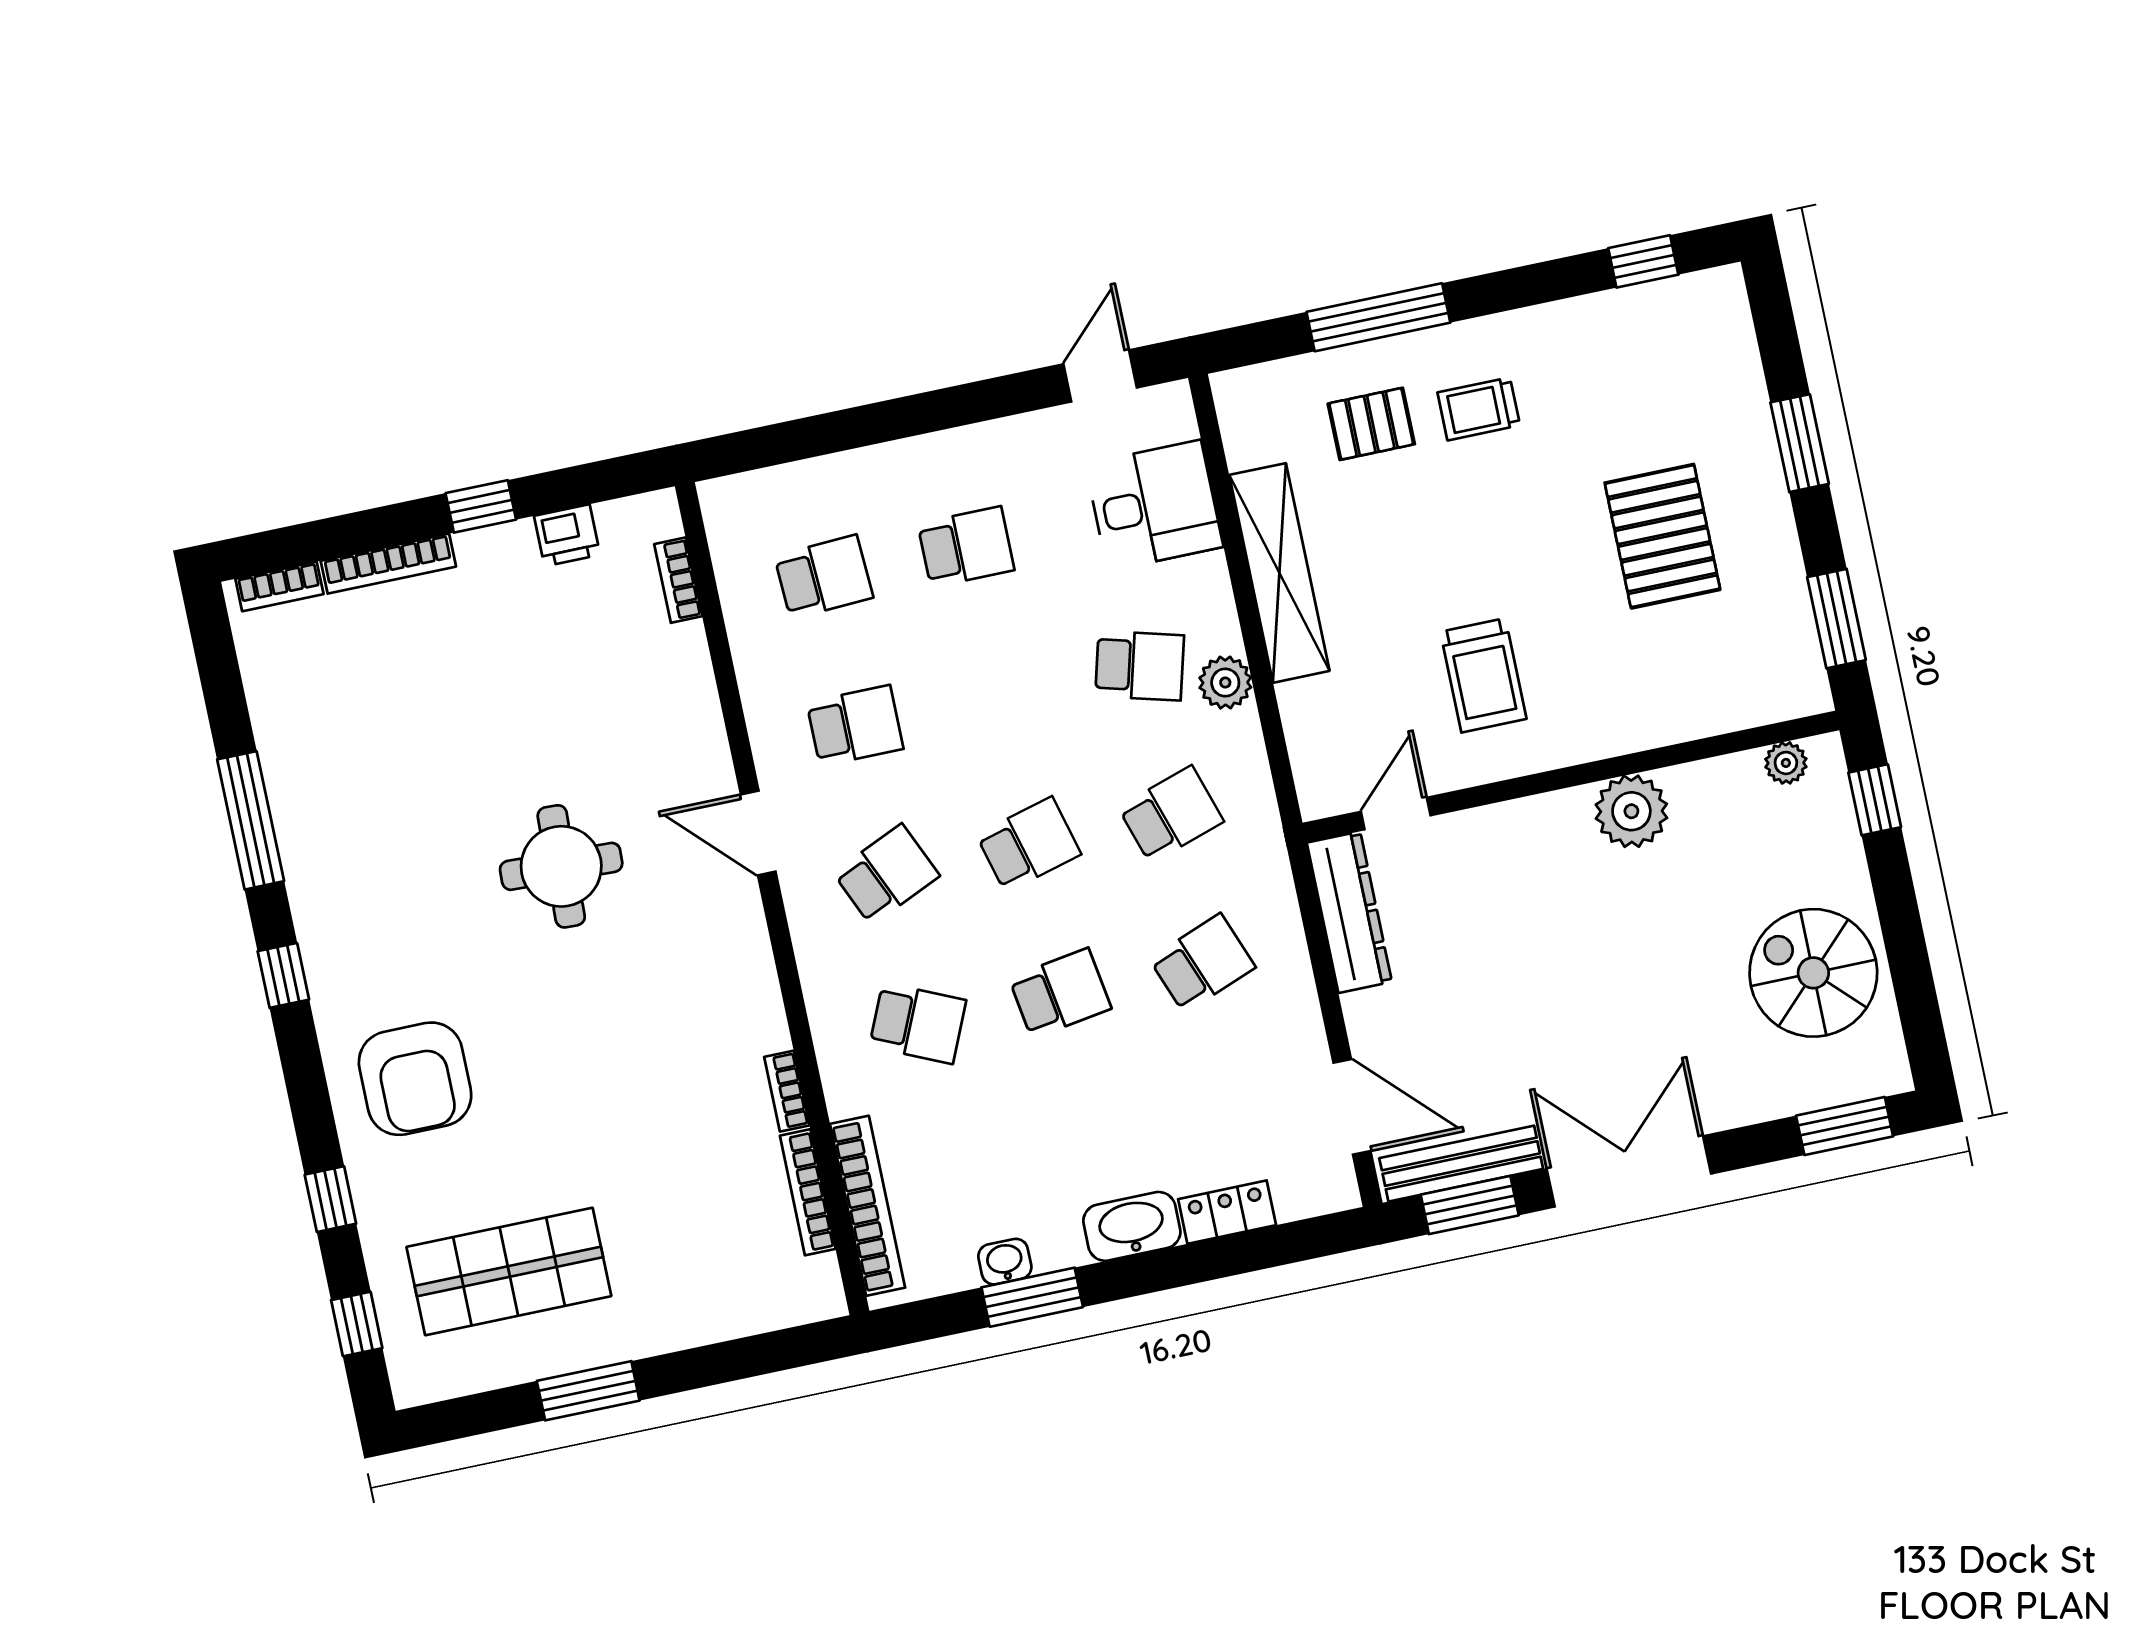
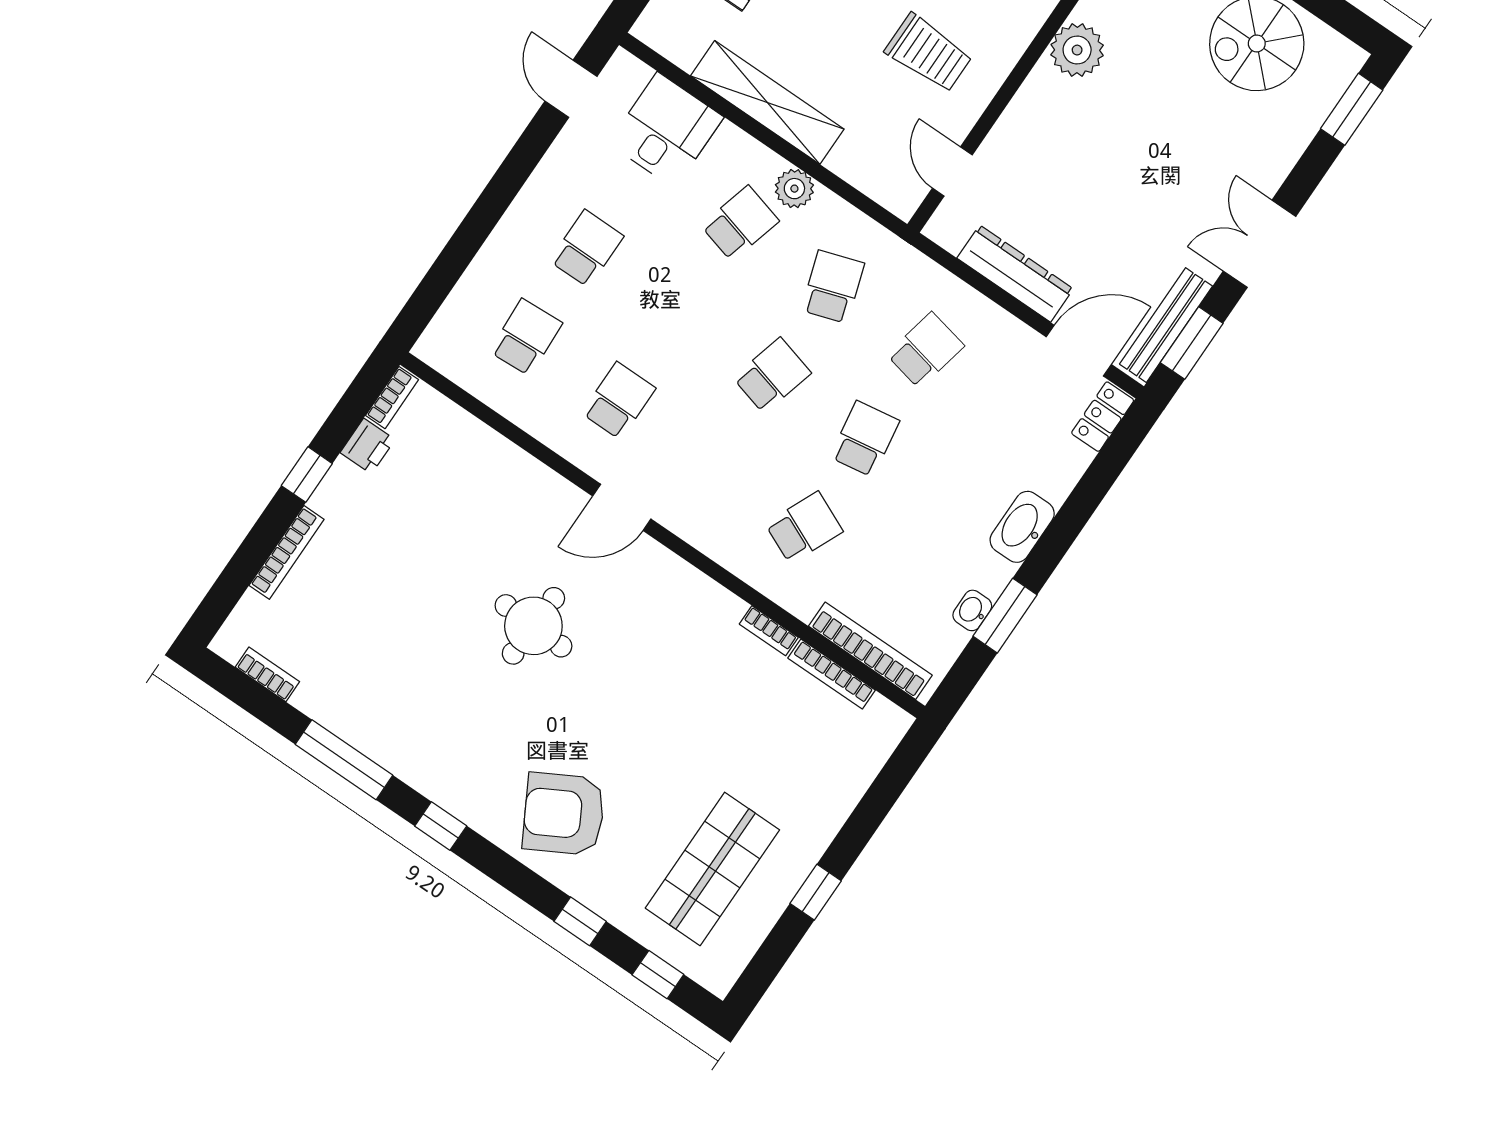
bookcase: (678, 580) -> (392, 398), moved, turned -90
bookcase: (279, 586) -> (267, 674), moved, turned -90
school desk: (1029, 844) -> (772, 375), turned 30
school desk: (886, 874) -> (711, 464), removed
dresser: (1349, 912) -> (1015, 273), moved
school desk: (1202, 963) -> (925, 350), turned 33
armchair: (415, 1079) -> (564, 814), turned 151
double door: (1629, 1171) -> (1260, 244), width x0.73
locker: (1227, 1212) -> (1103, 417), moved
window: (588, 1391) -> (816, 892), width x0.67

